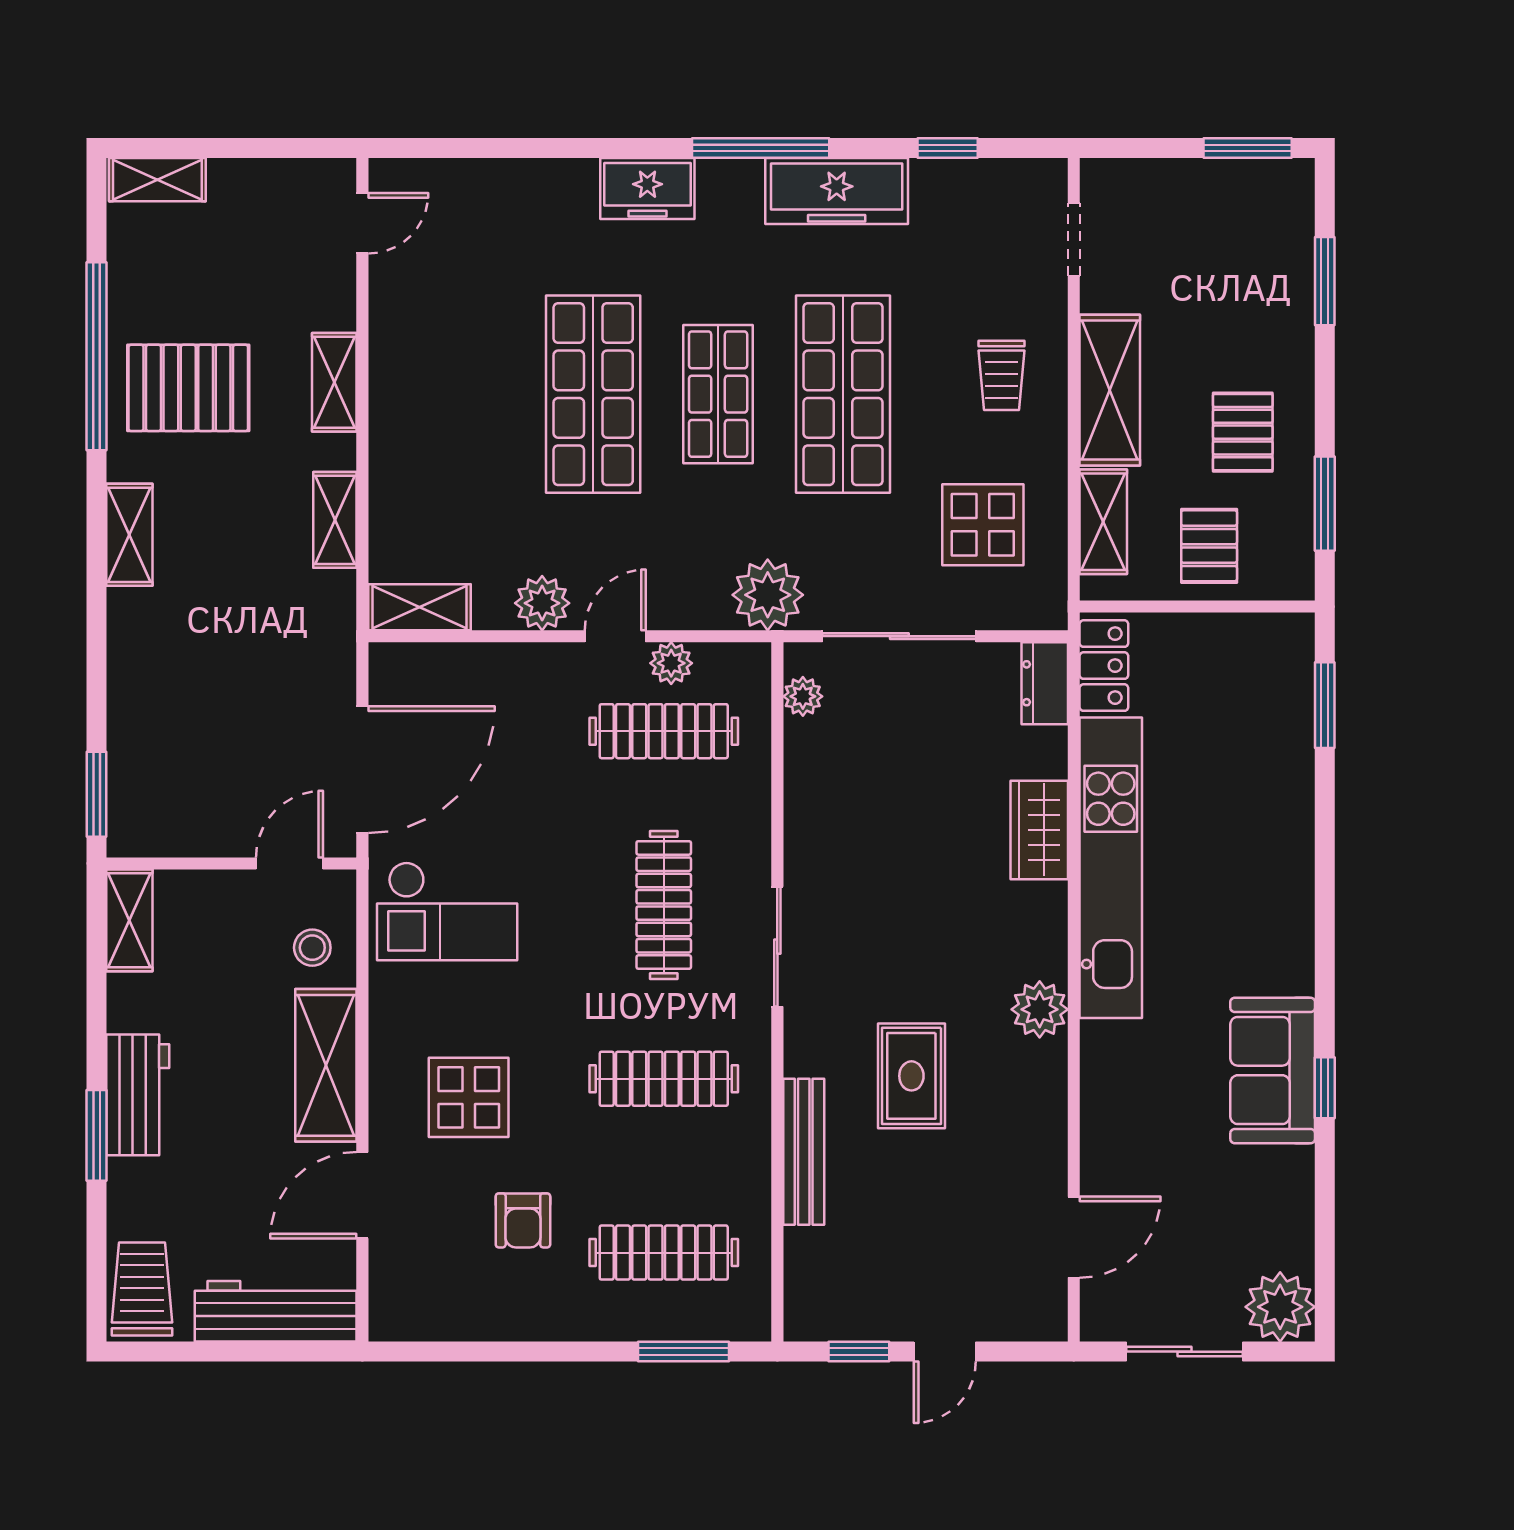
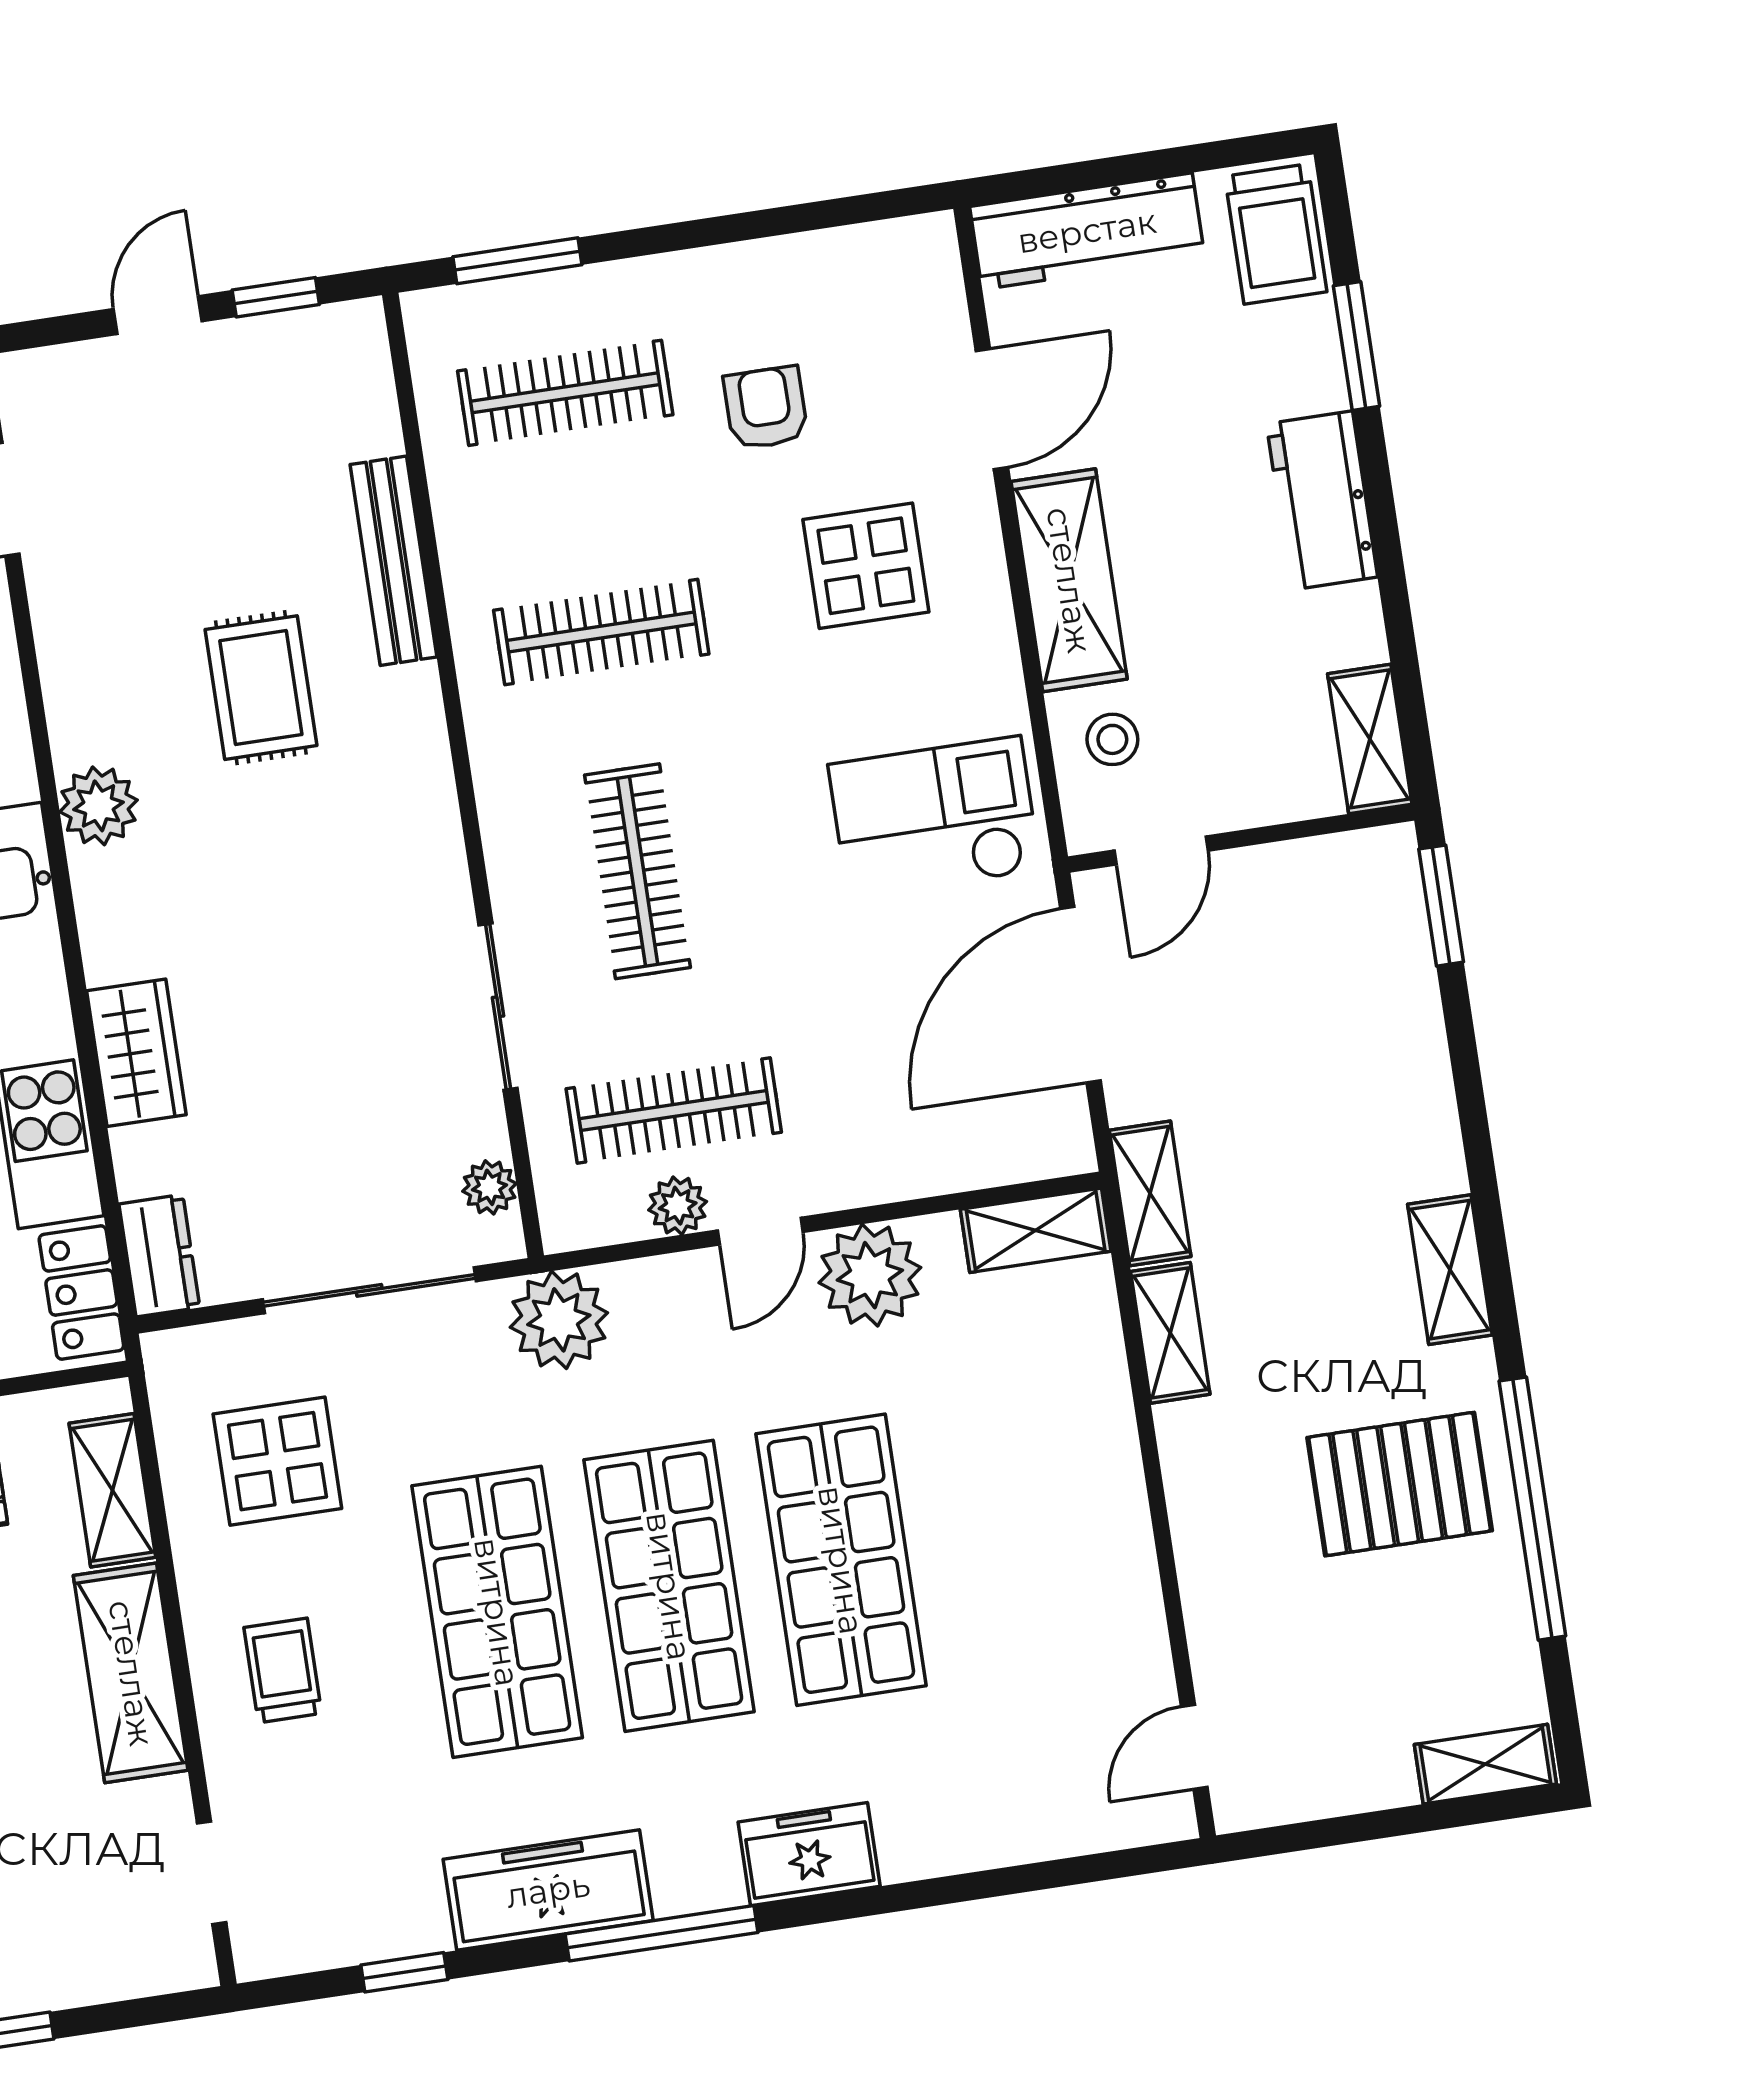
shelving: (334, 382) -> (1150, 1193), moved
shop shelf: (718, 394) -> (669, 1586), width x1.43, depth x1.36
plant: (542, 603) -> (870, 1275), width x1.36, depth x1.36
sliding door: (777, 947) -> (498, 1007), moved
window: (97, 1135) -> (1357, 346), moved

